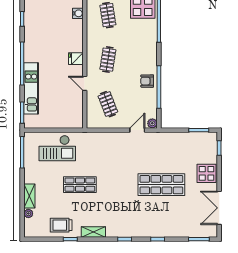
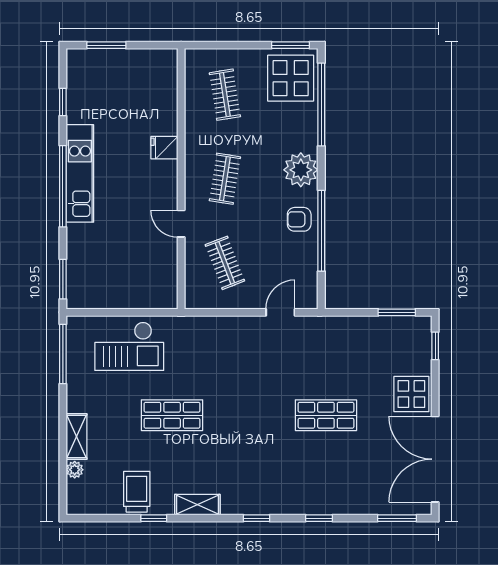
water cooler: (78, 13) -> (168, 91), removed
fridge: (76, 59) -> (164, 148), moved
kitchen unit: (31, 88) -> (80, 173), moved
plant: (152, 123) -> (301, 170), moved, width x1.88, depth x1.88
shop shelf: (161, 185) -> (326, 415), width x0.70, depth x0.74
double door: (219, 208) -> (435, 459), width x1.36
trolley: (61, 225) -> (137, 492), turned 90

